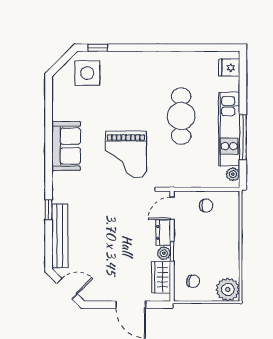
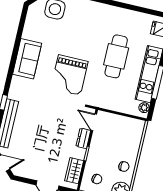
chair: (206, 206) -> (124, 167), moved
door: (172, 208) -> (94, 122), hinge flipped
plant: (164, 253) -> (80, 154), removed

